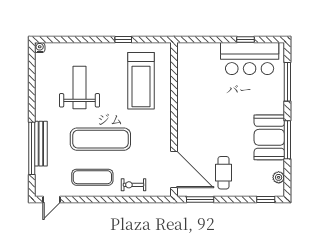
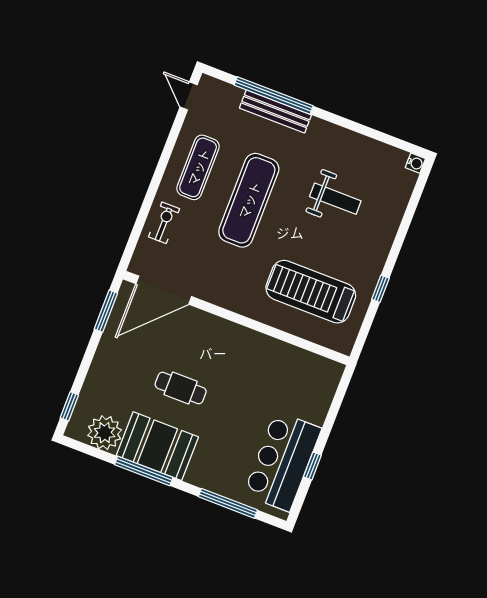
weight bench: (79, 87) -> (335, 199), width x0.73, depth x0.75
cafe table: (224, 173) -> (181, 388), moved
plant: (279, 177) -> (105, 433), width x1.87, depth x1.87

